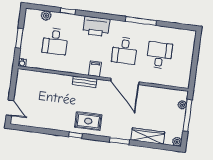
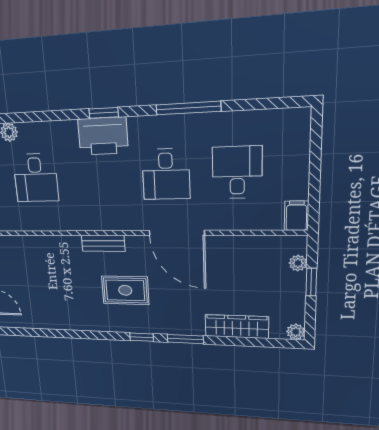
window: (68, 11) -> (104, 113), moved
filing cabinet: (95, 69) -> (296, 216), moved
window: (187, 115) -> (311, 282), width x0.46
rug: (88, 121) -> (125, 290), moved
window: (76, 135) -> (142, 337), moved

